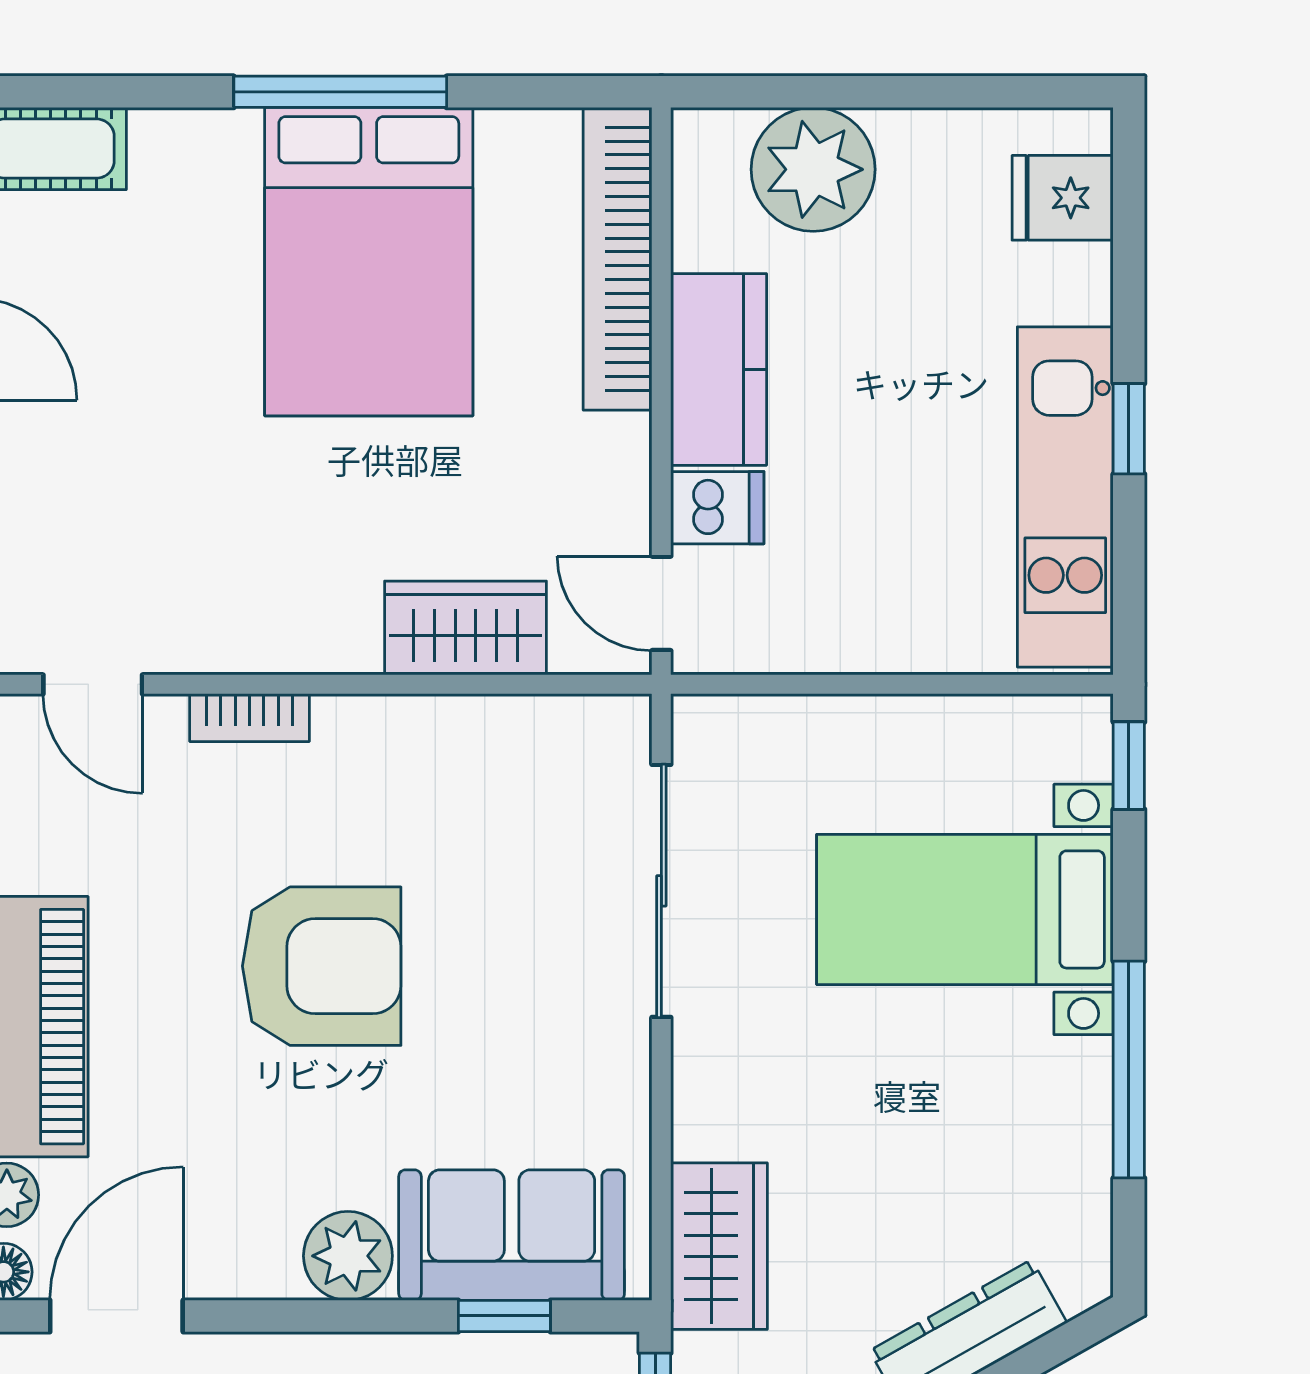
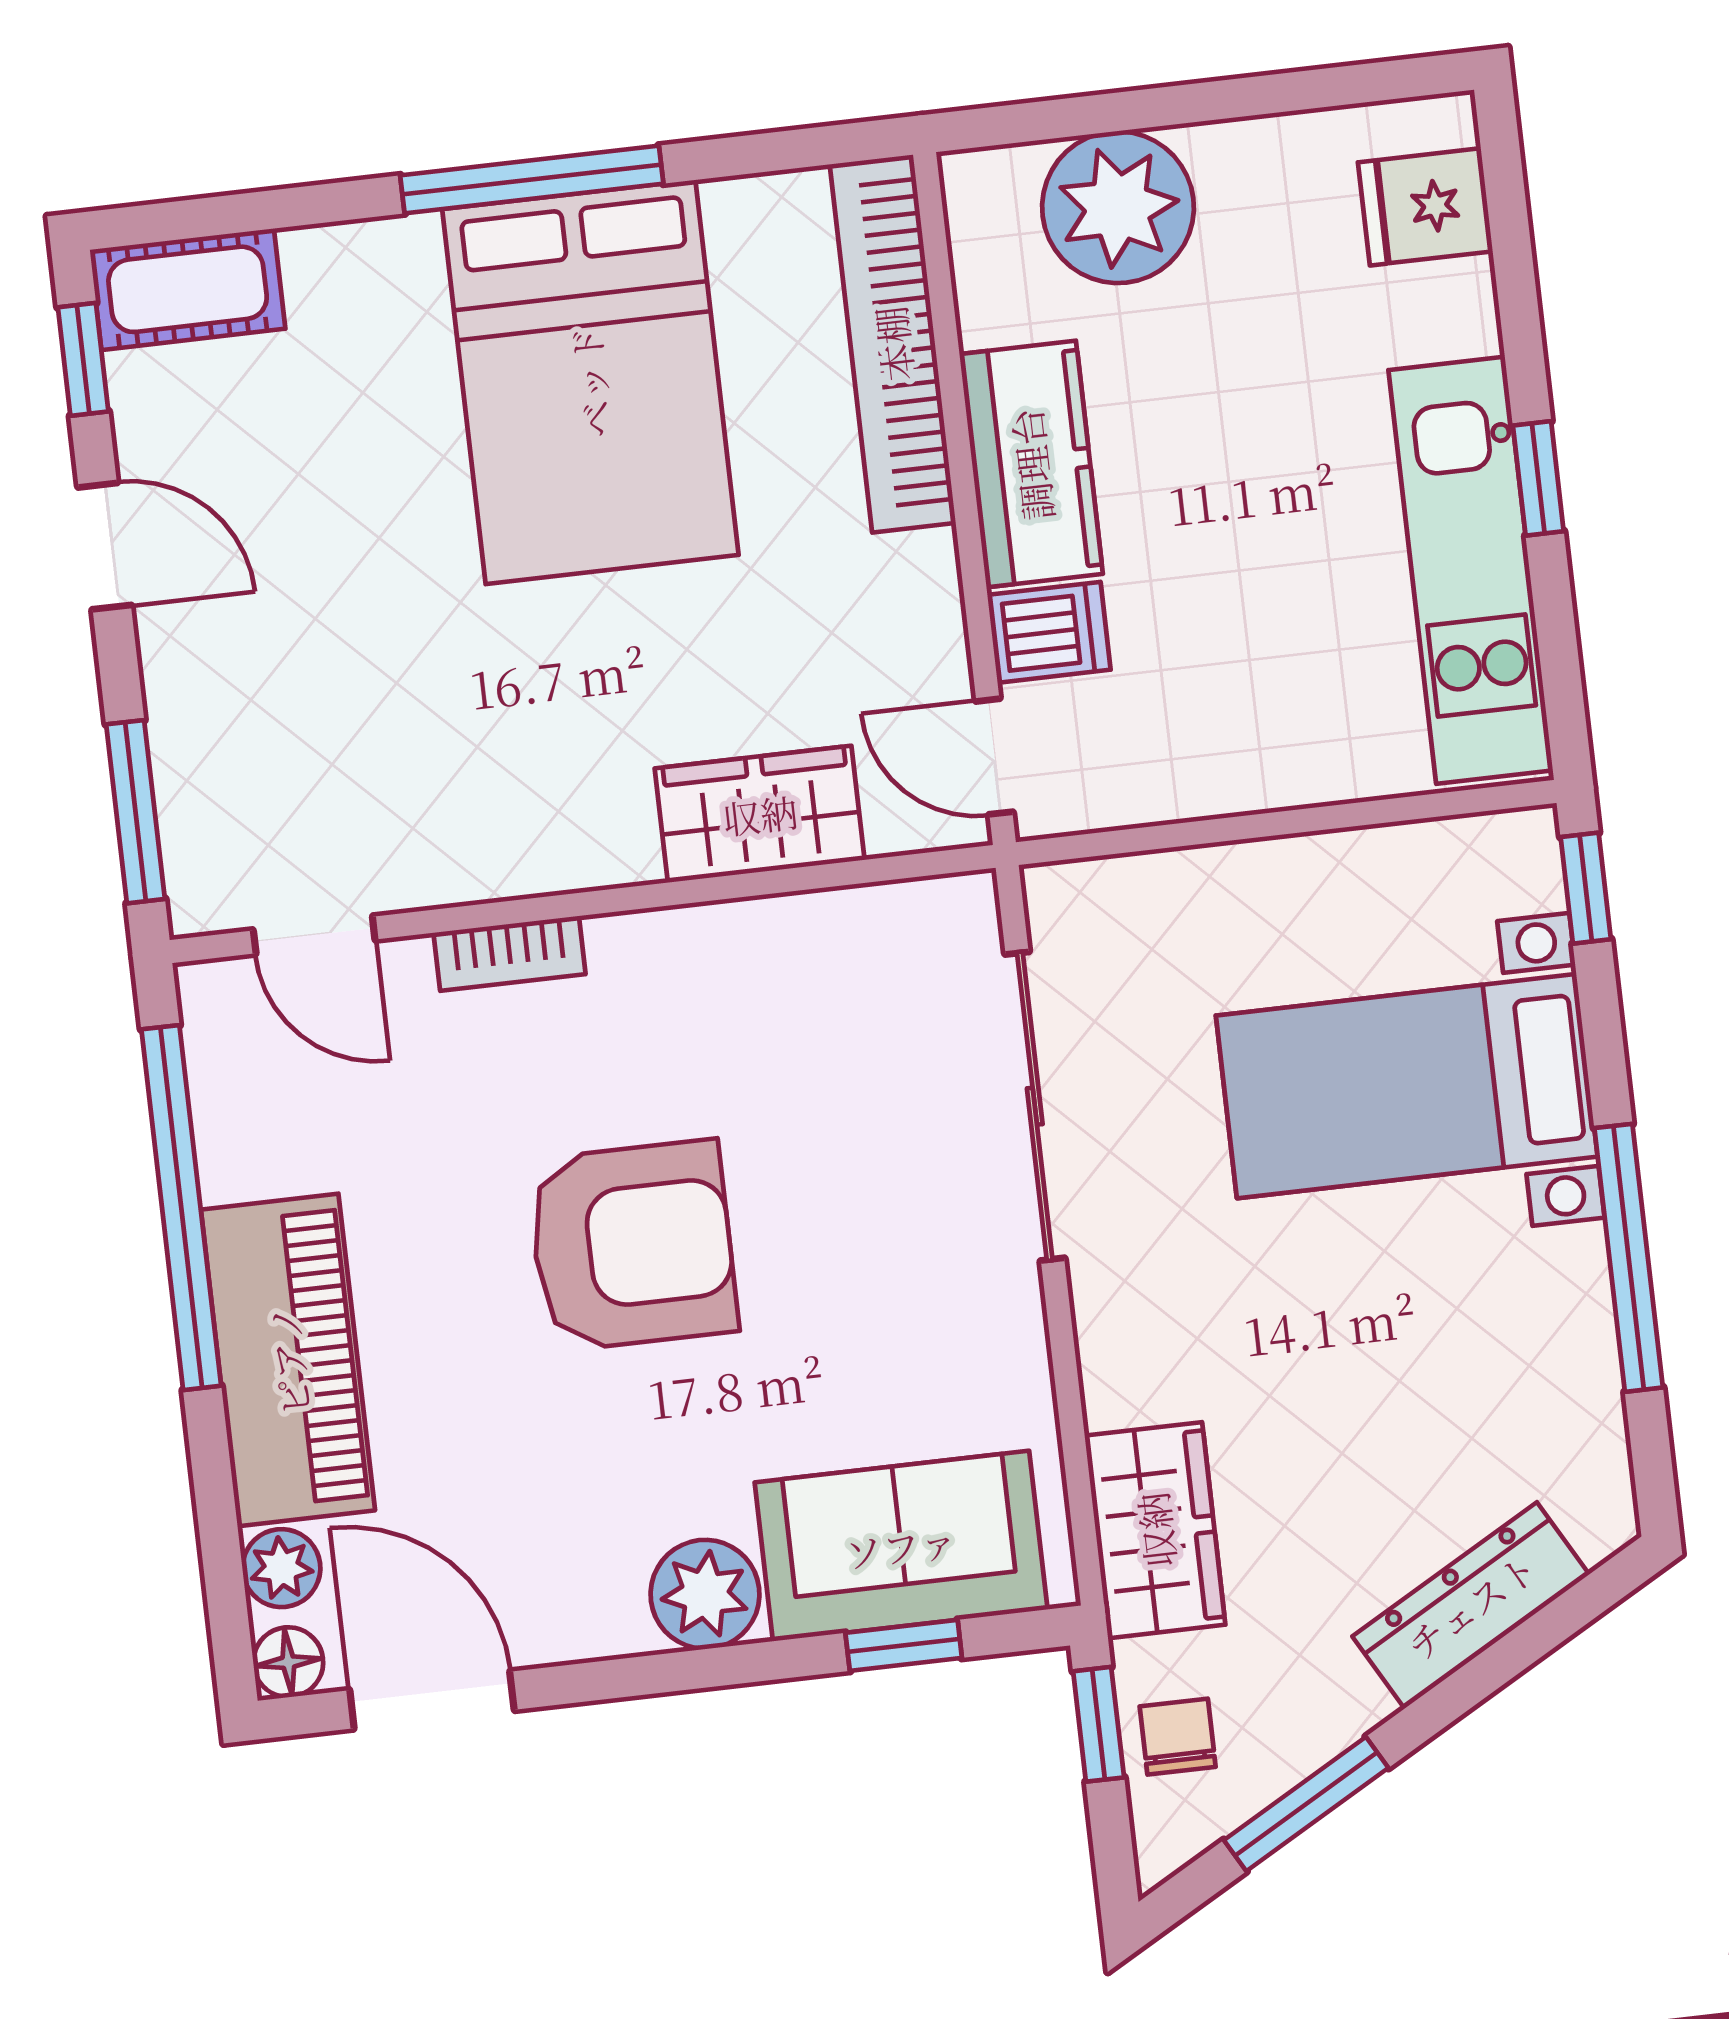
door: (116, 1316) -> (432, 1700), hinge flipped

